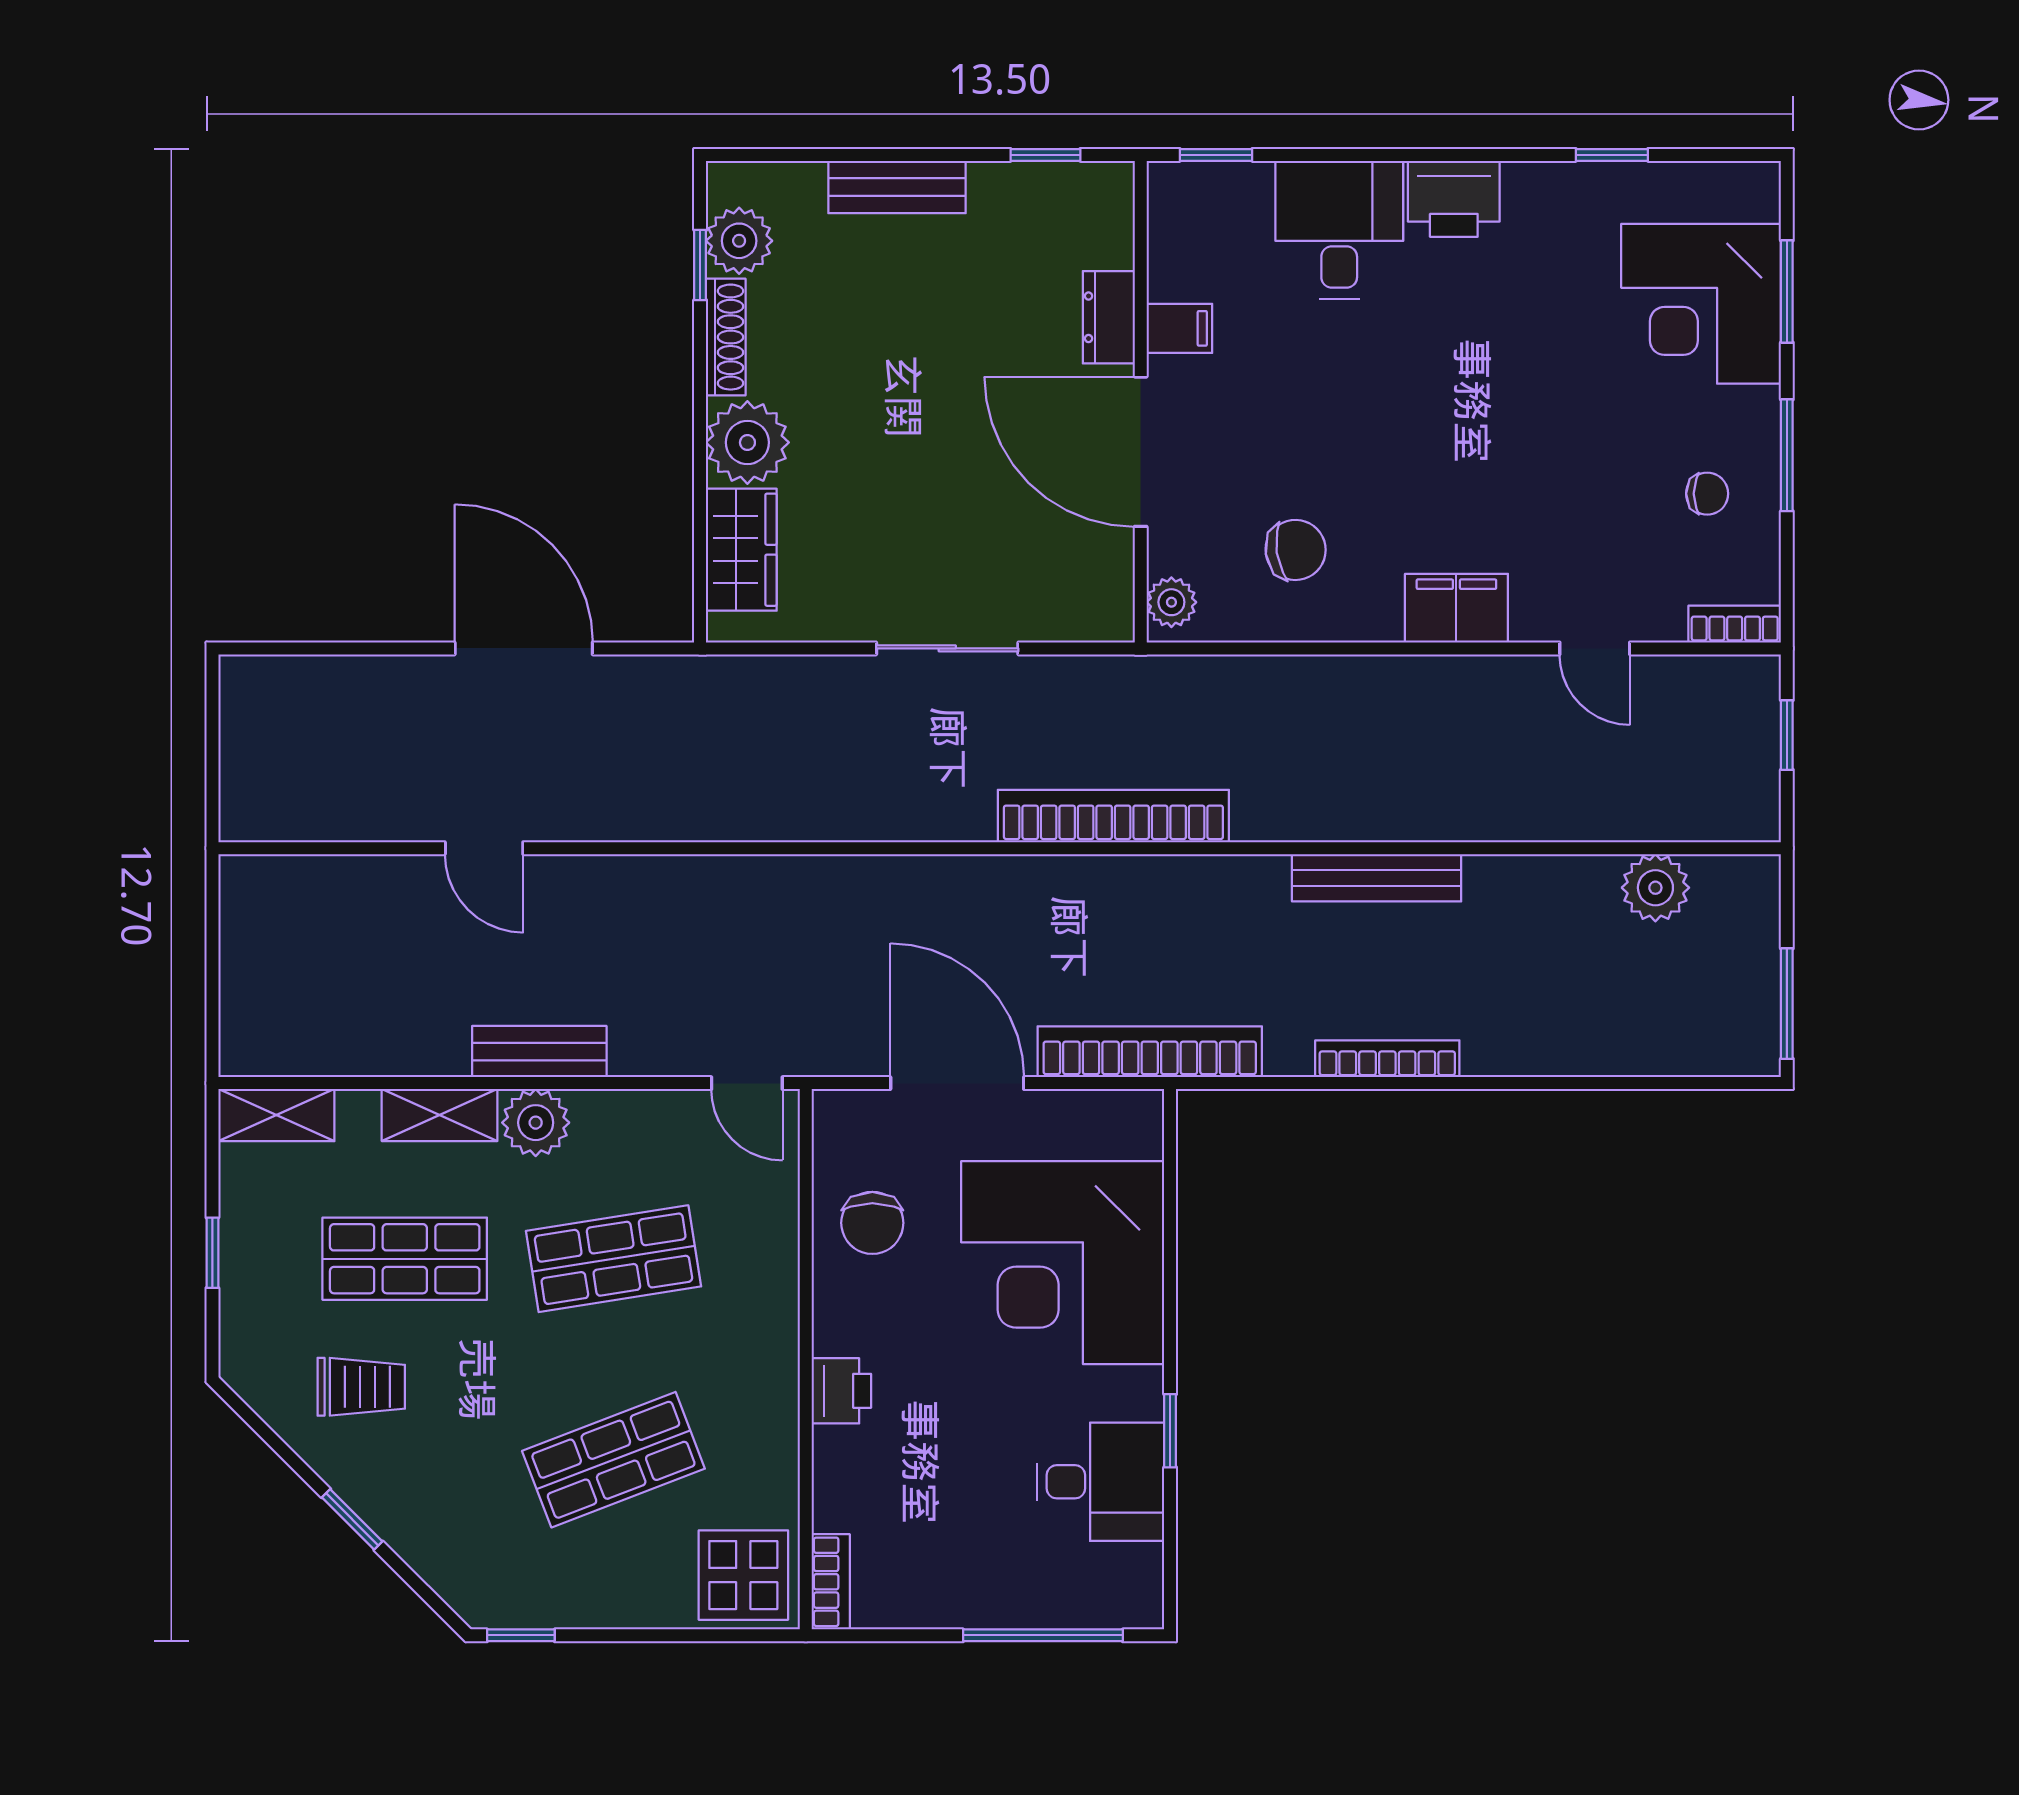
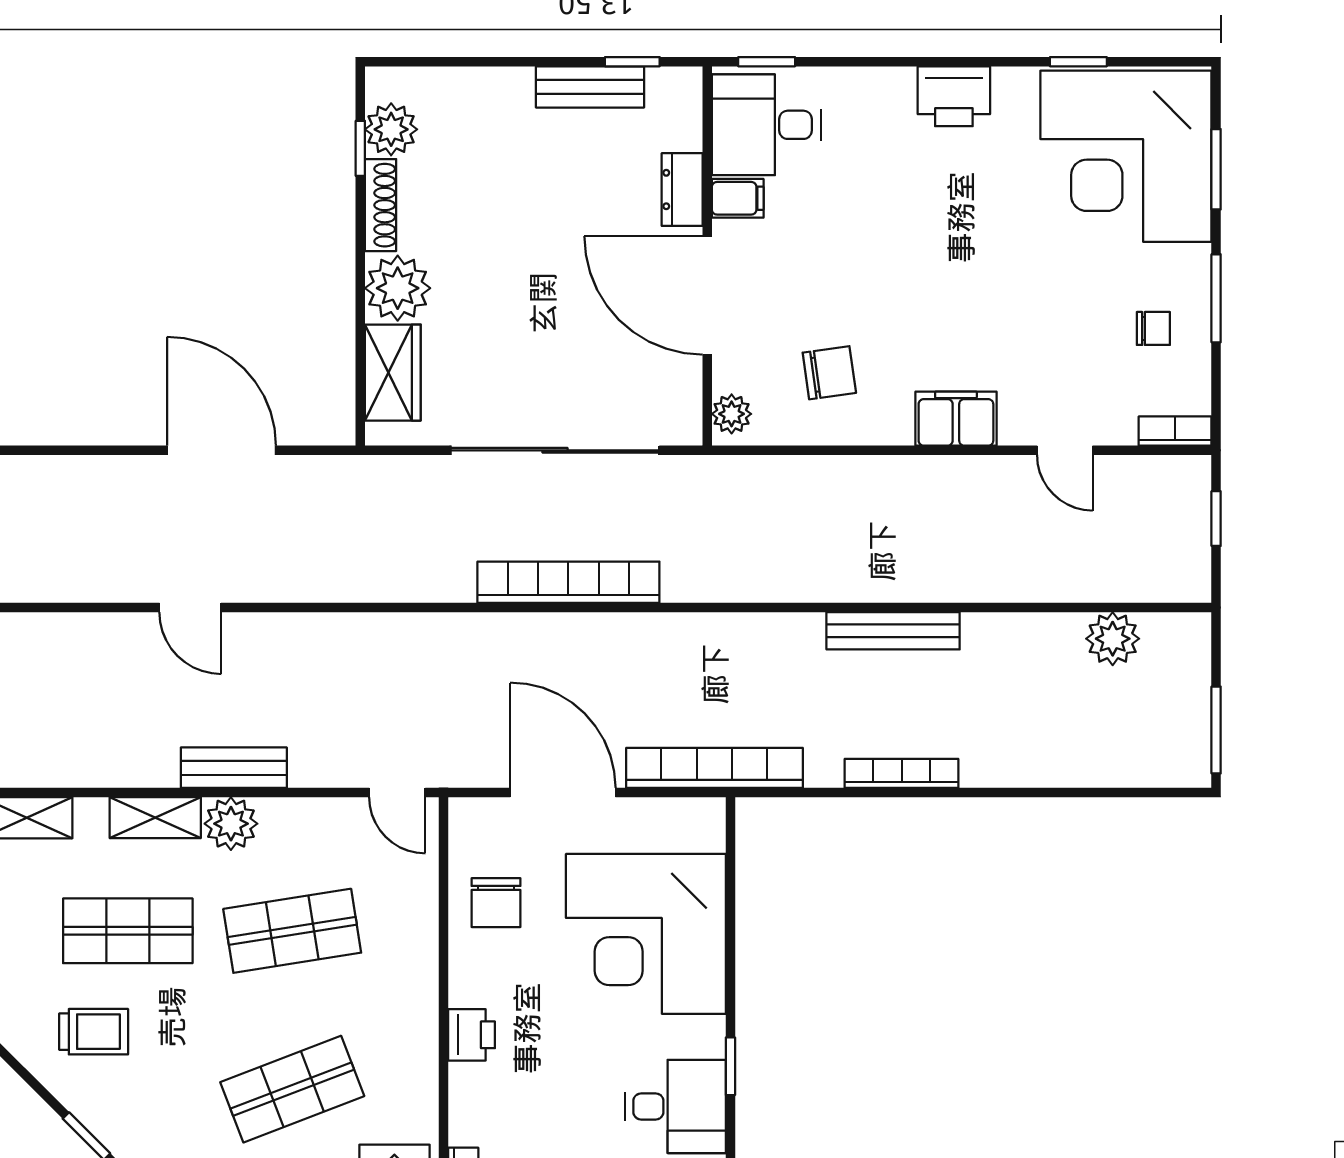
bench: (897, 187) -> (590, 87), moved
desk: (1339, 230) -> (766, 125), moved, turned -90
corner desk: (1701, 304) -> (1126, 156), width x1.36, depth x1.36
sliding door: (947, 648) -> (555, 450), width x1.86
bookcase: (1113, 816) -> (568, 582), moved

